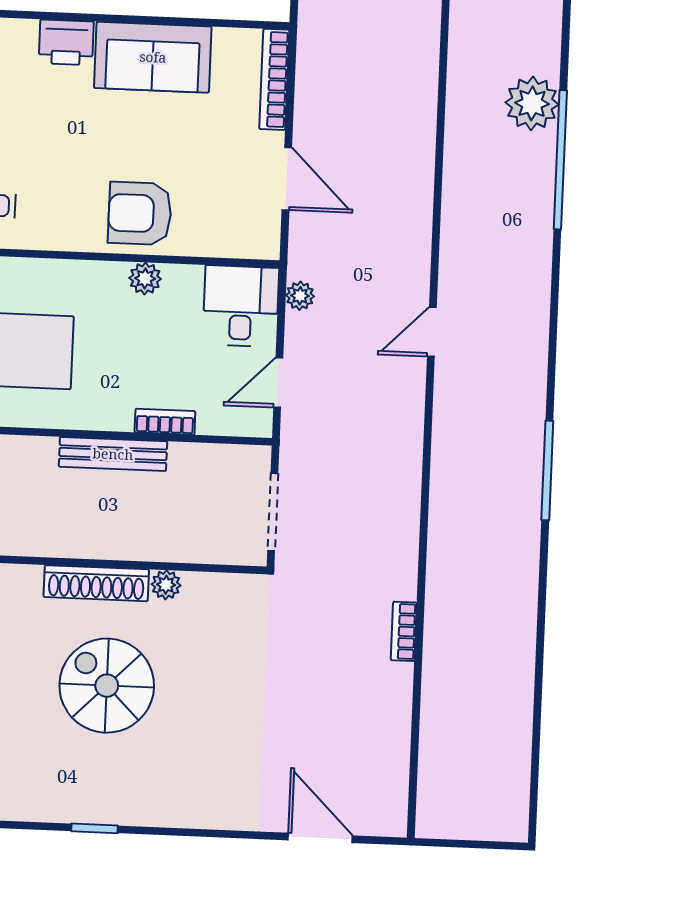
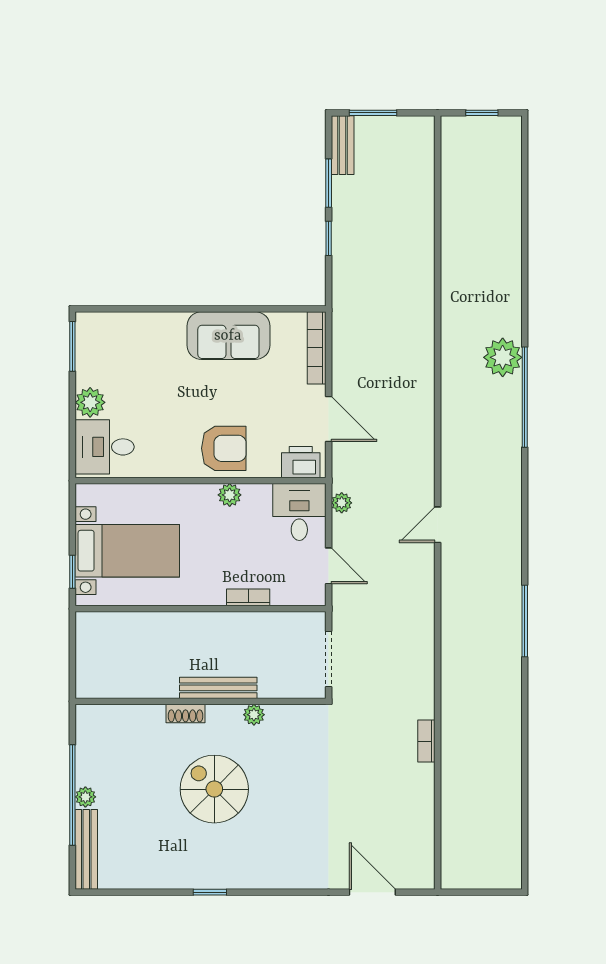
printer: (66, 42) -> (301, 462), moved, turned 180
armchair: (140, 213) -> (224, 448), turned 180
door: (278, 383) -> (329, 566), swing flipped
bench: (113, 454) -> (218, 688), moved
shoe rack: (96, 583) -> (186, 713), width x0.51, depth x0.81

